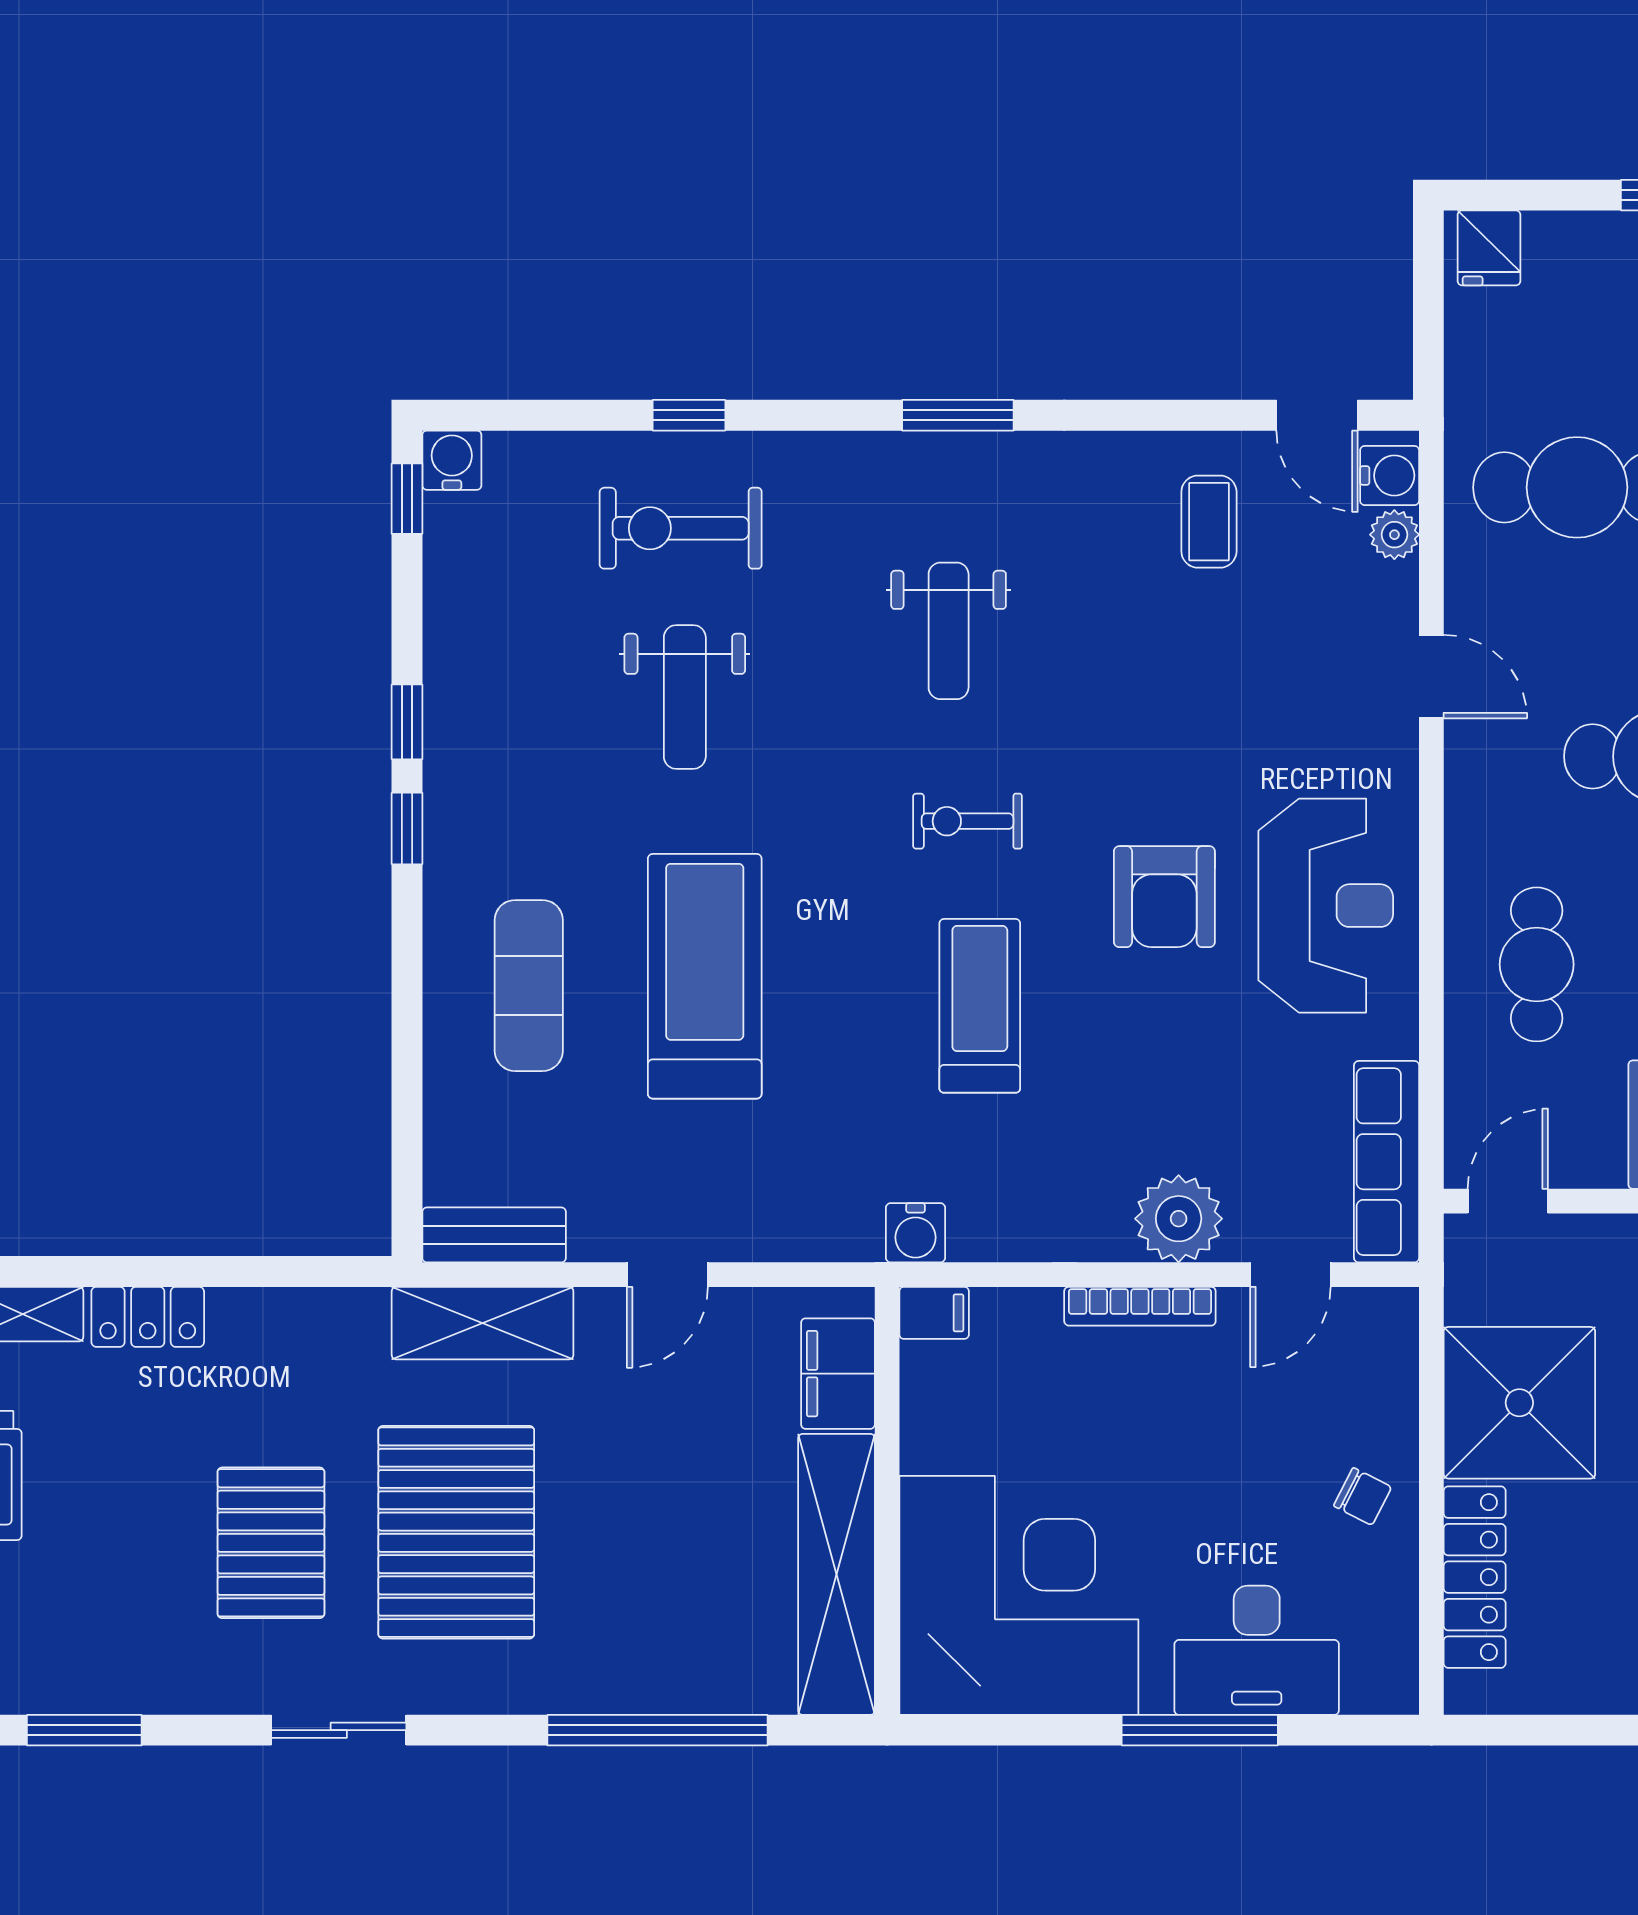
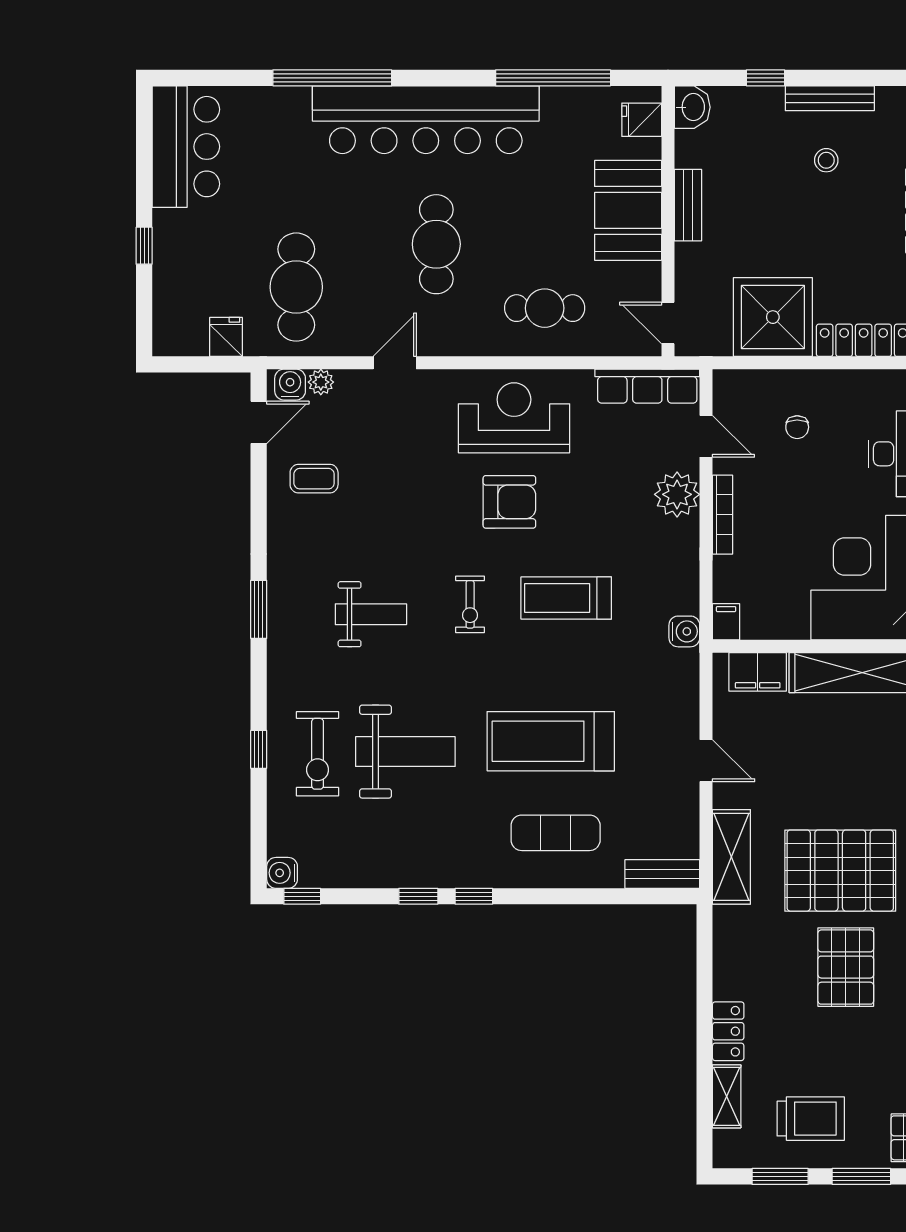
fridge: (1489, 248) -> (226, 337), moved, turned -90
weight bench: (685, 697) -> (405, 752), width x1.36, depth x1.33
bench: (494, 1235) -> (662, 874), moved, turned 90
chair: (1363, 1496) -> (797, 427), moved, turned 153
pallet: (271, 1543) -> (846, 967), turned 90

